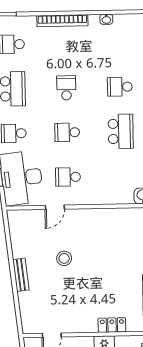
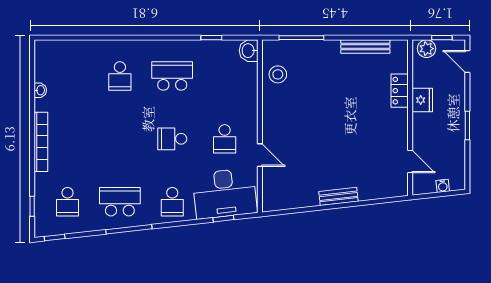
school desk: (66, 88) -> (120, 139), removed
school desk: (67, 132) -> (172, 139), turned 90
stool: (64, 258) -> (278, 74), moved

